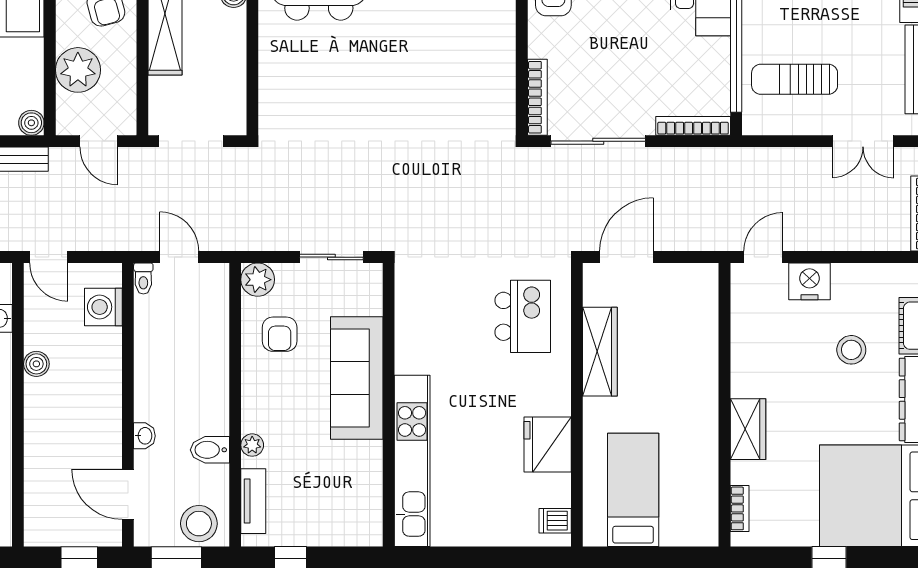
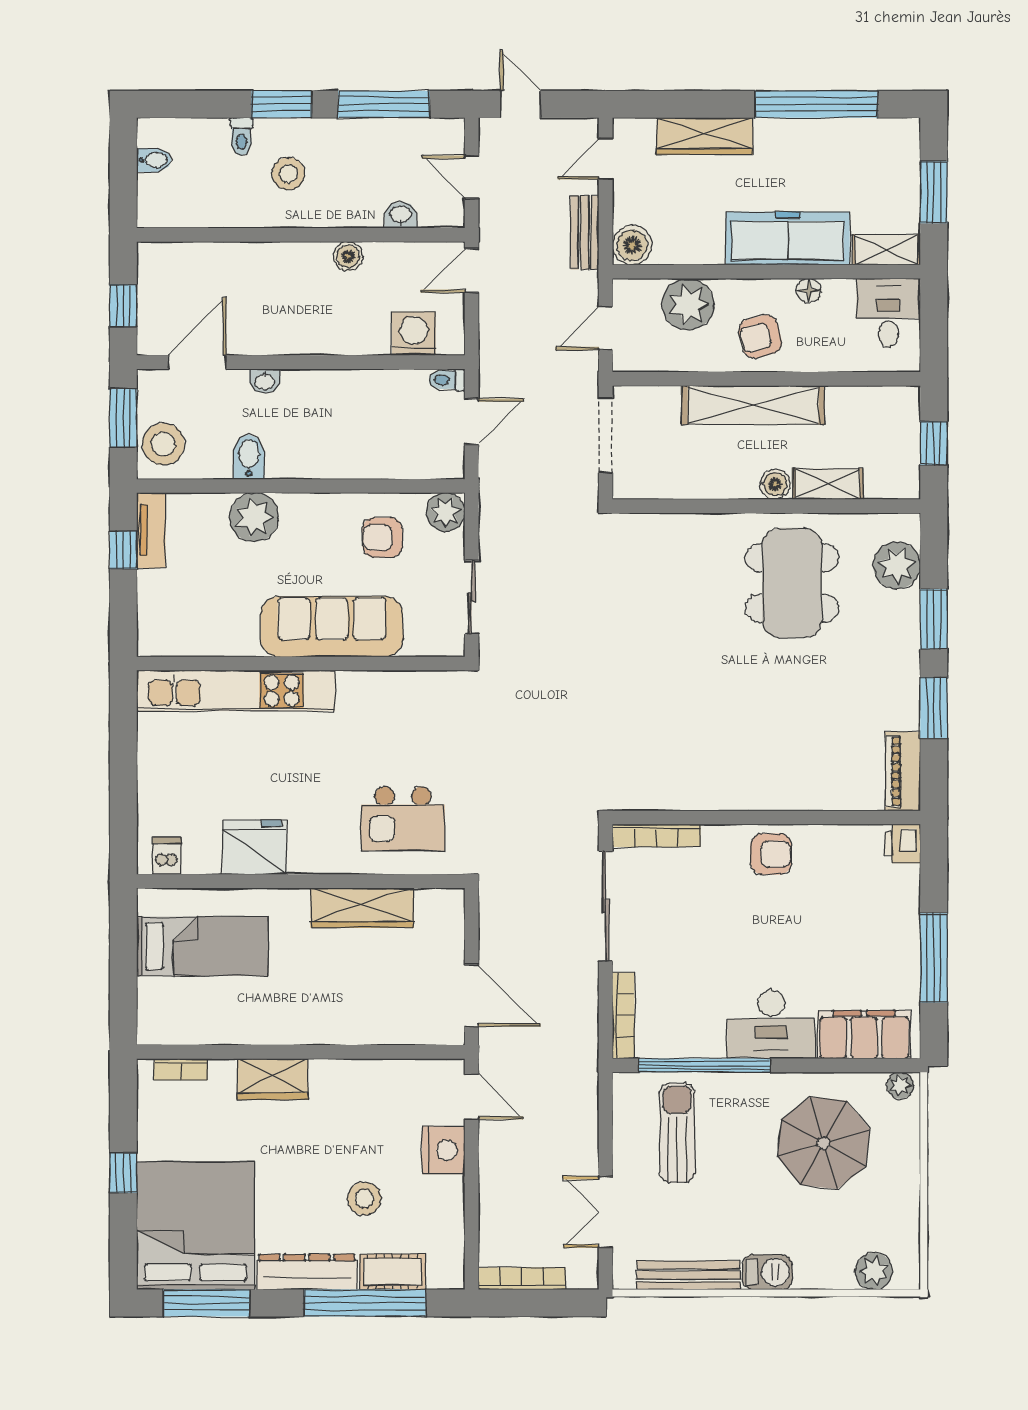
boiler: (31, 123) -> (632, 245), width x1.36, depth x1.36
door: (627, 257) -> (472, 996), moved
plant: (252, 445) -> (254, 517), width x1.87, depth x1.87
tv unit: (253, 501) -> (151, 530), moved, turned -90

